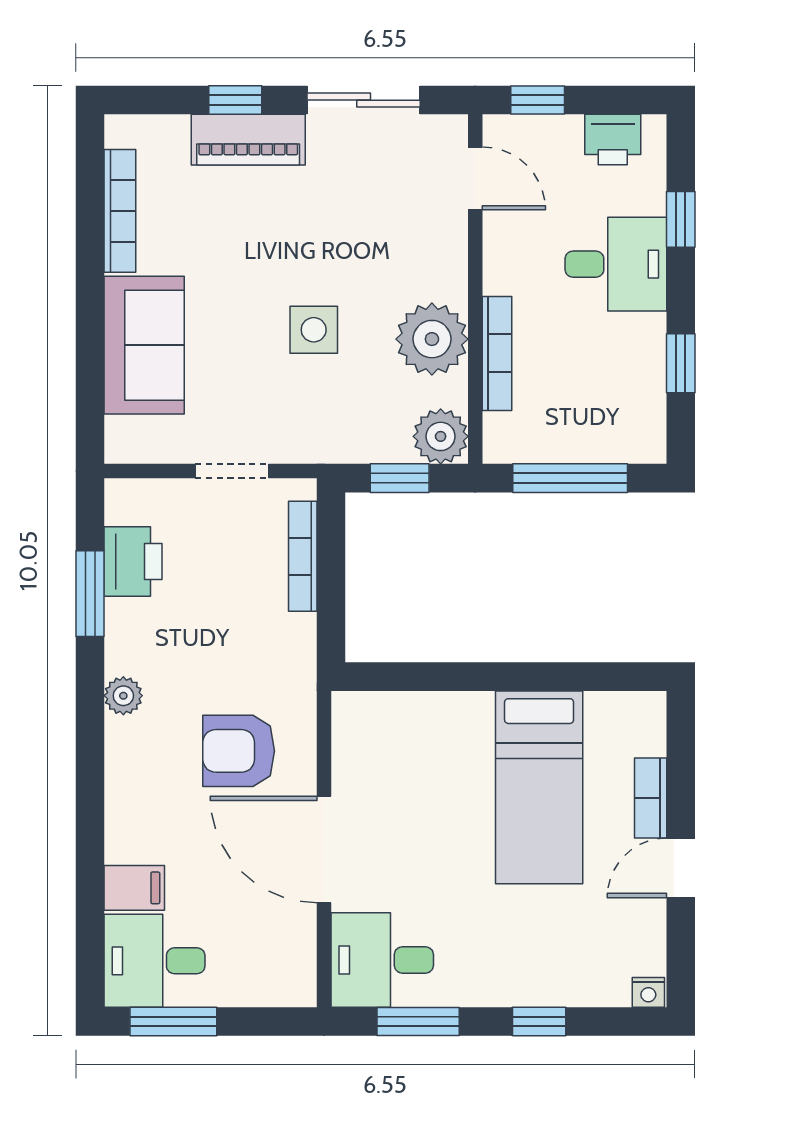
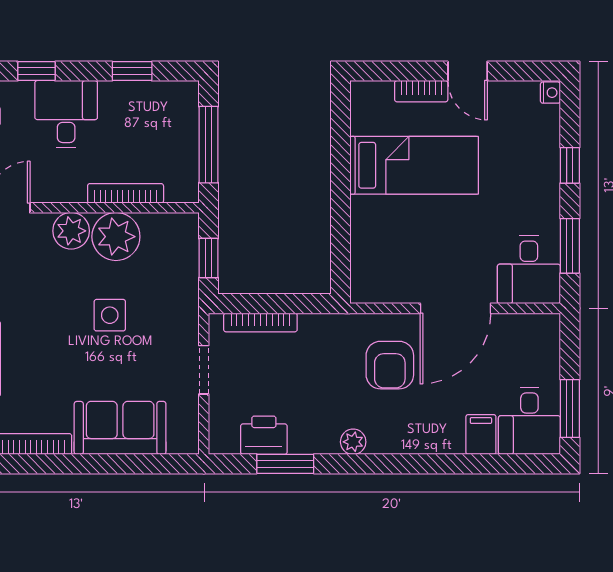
plant: (441, 436) -> (71, 231), moved

